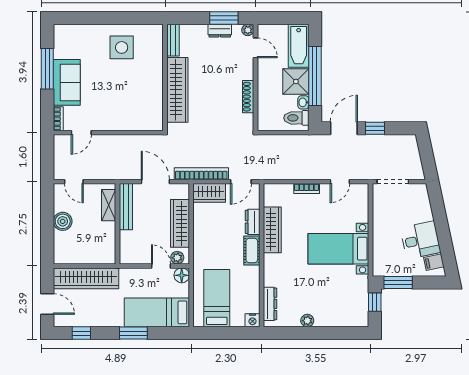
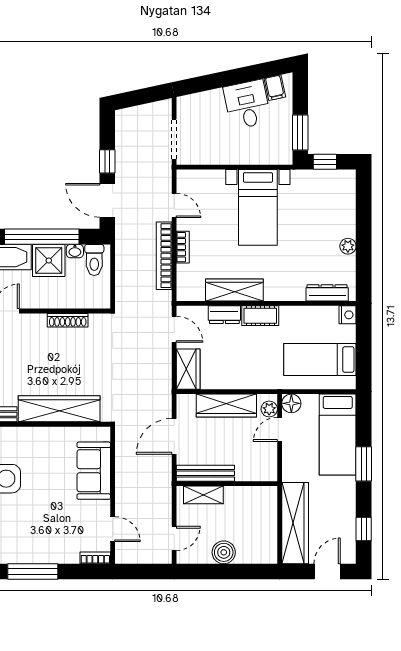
sofa: (67, 82) -> (94, 471), moved, turned -90
bookcase: (201, 174) -> (164, 256), moved

